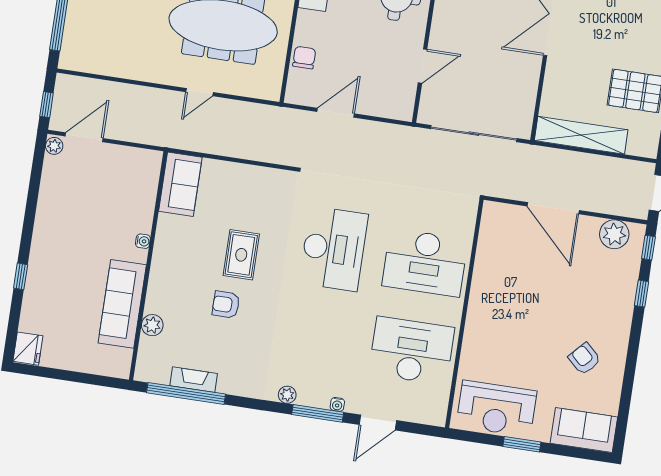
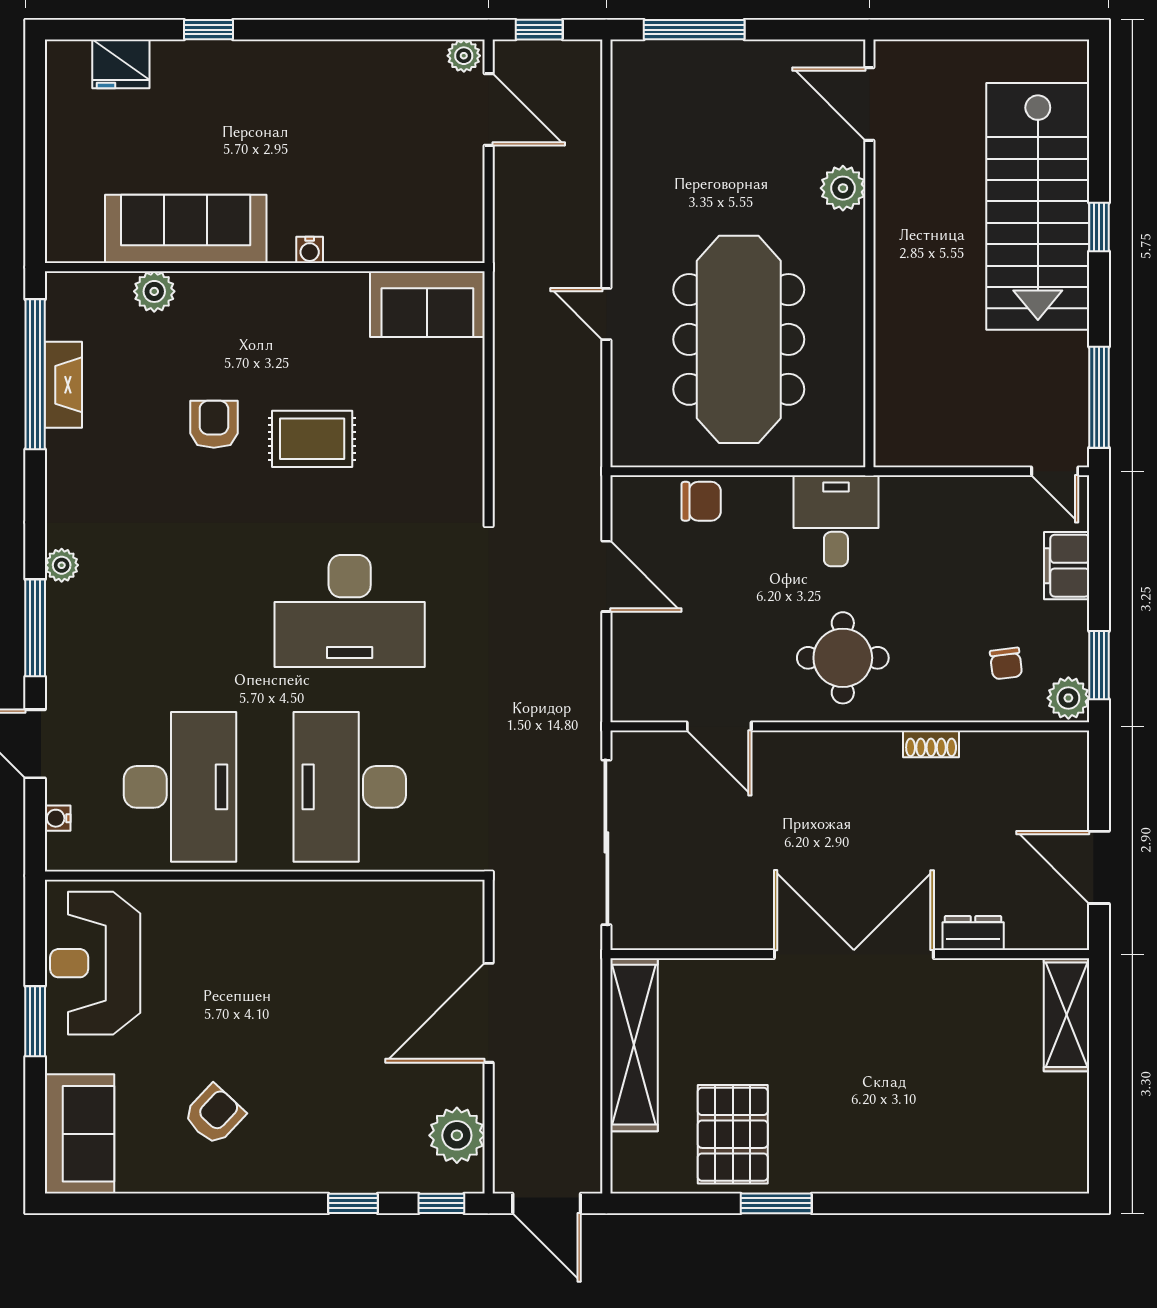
fridge: (28, 349) -> (121, 64), moved
water cooler: (337, 404) -> (58, 818), moved

